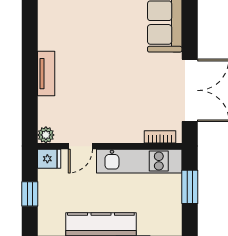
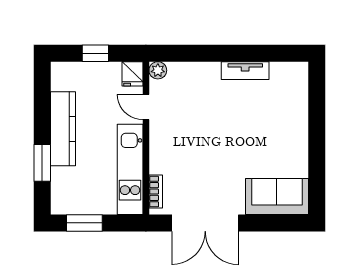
tv unit: (46, 74) -> (245, 71), moved
window: (190, 187) -> (84, 223), moved

